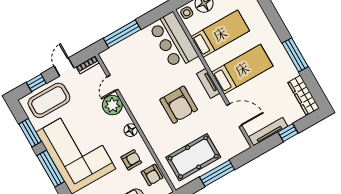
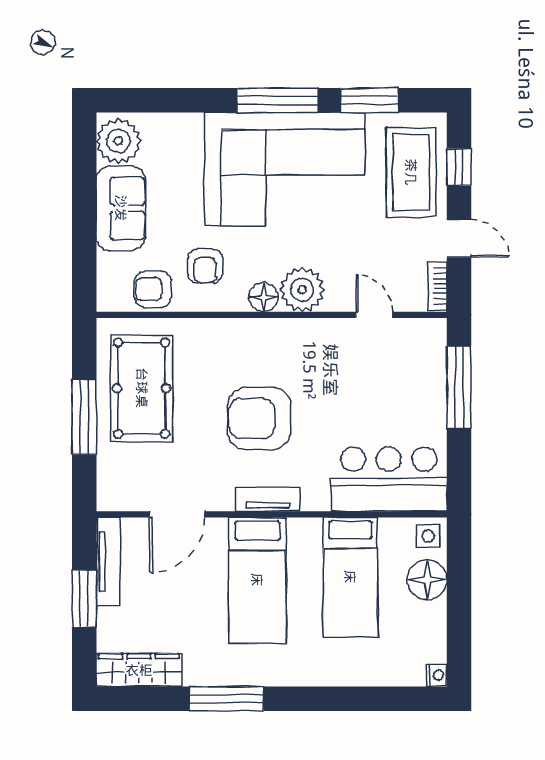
plant: (112, 105) -> (302, 290), moved
window: (288, 133) -> (84, 599), width x1.50

